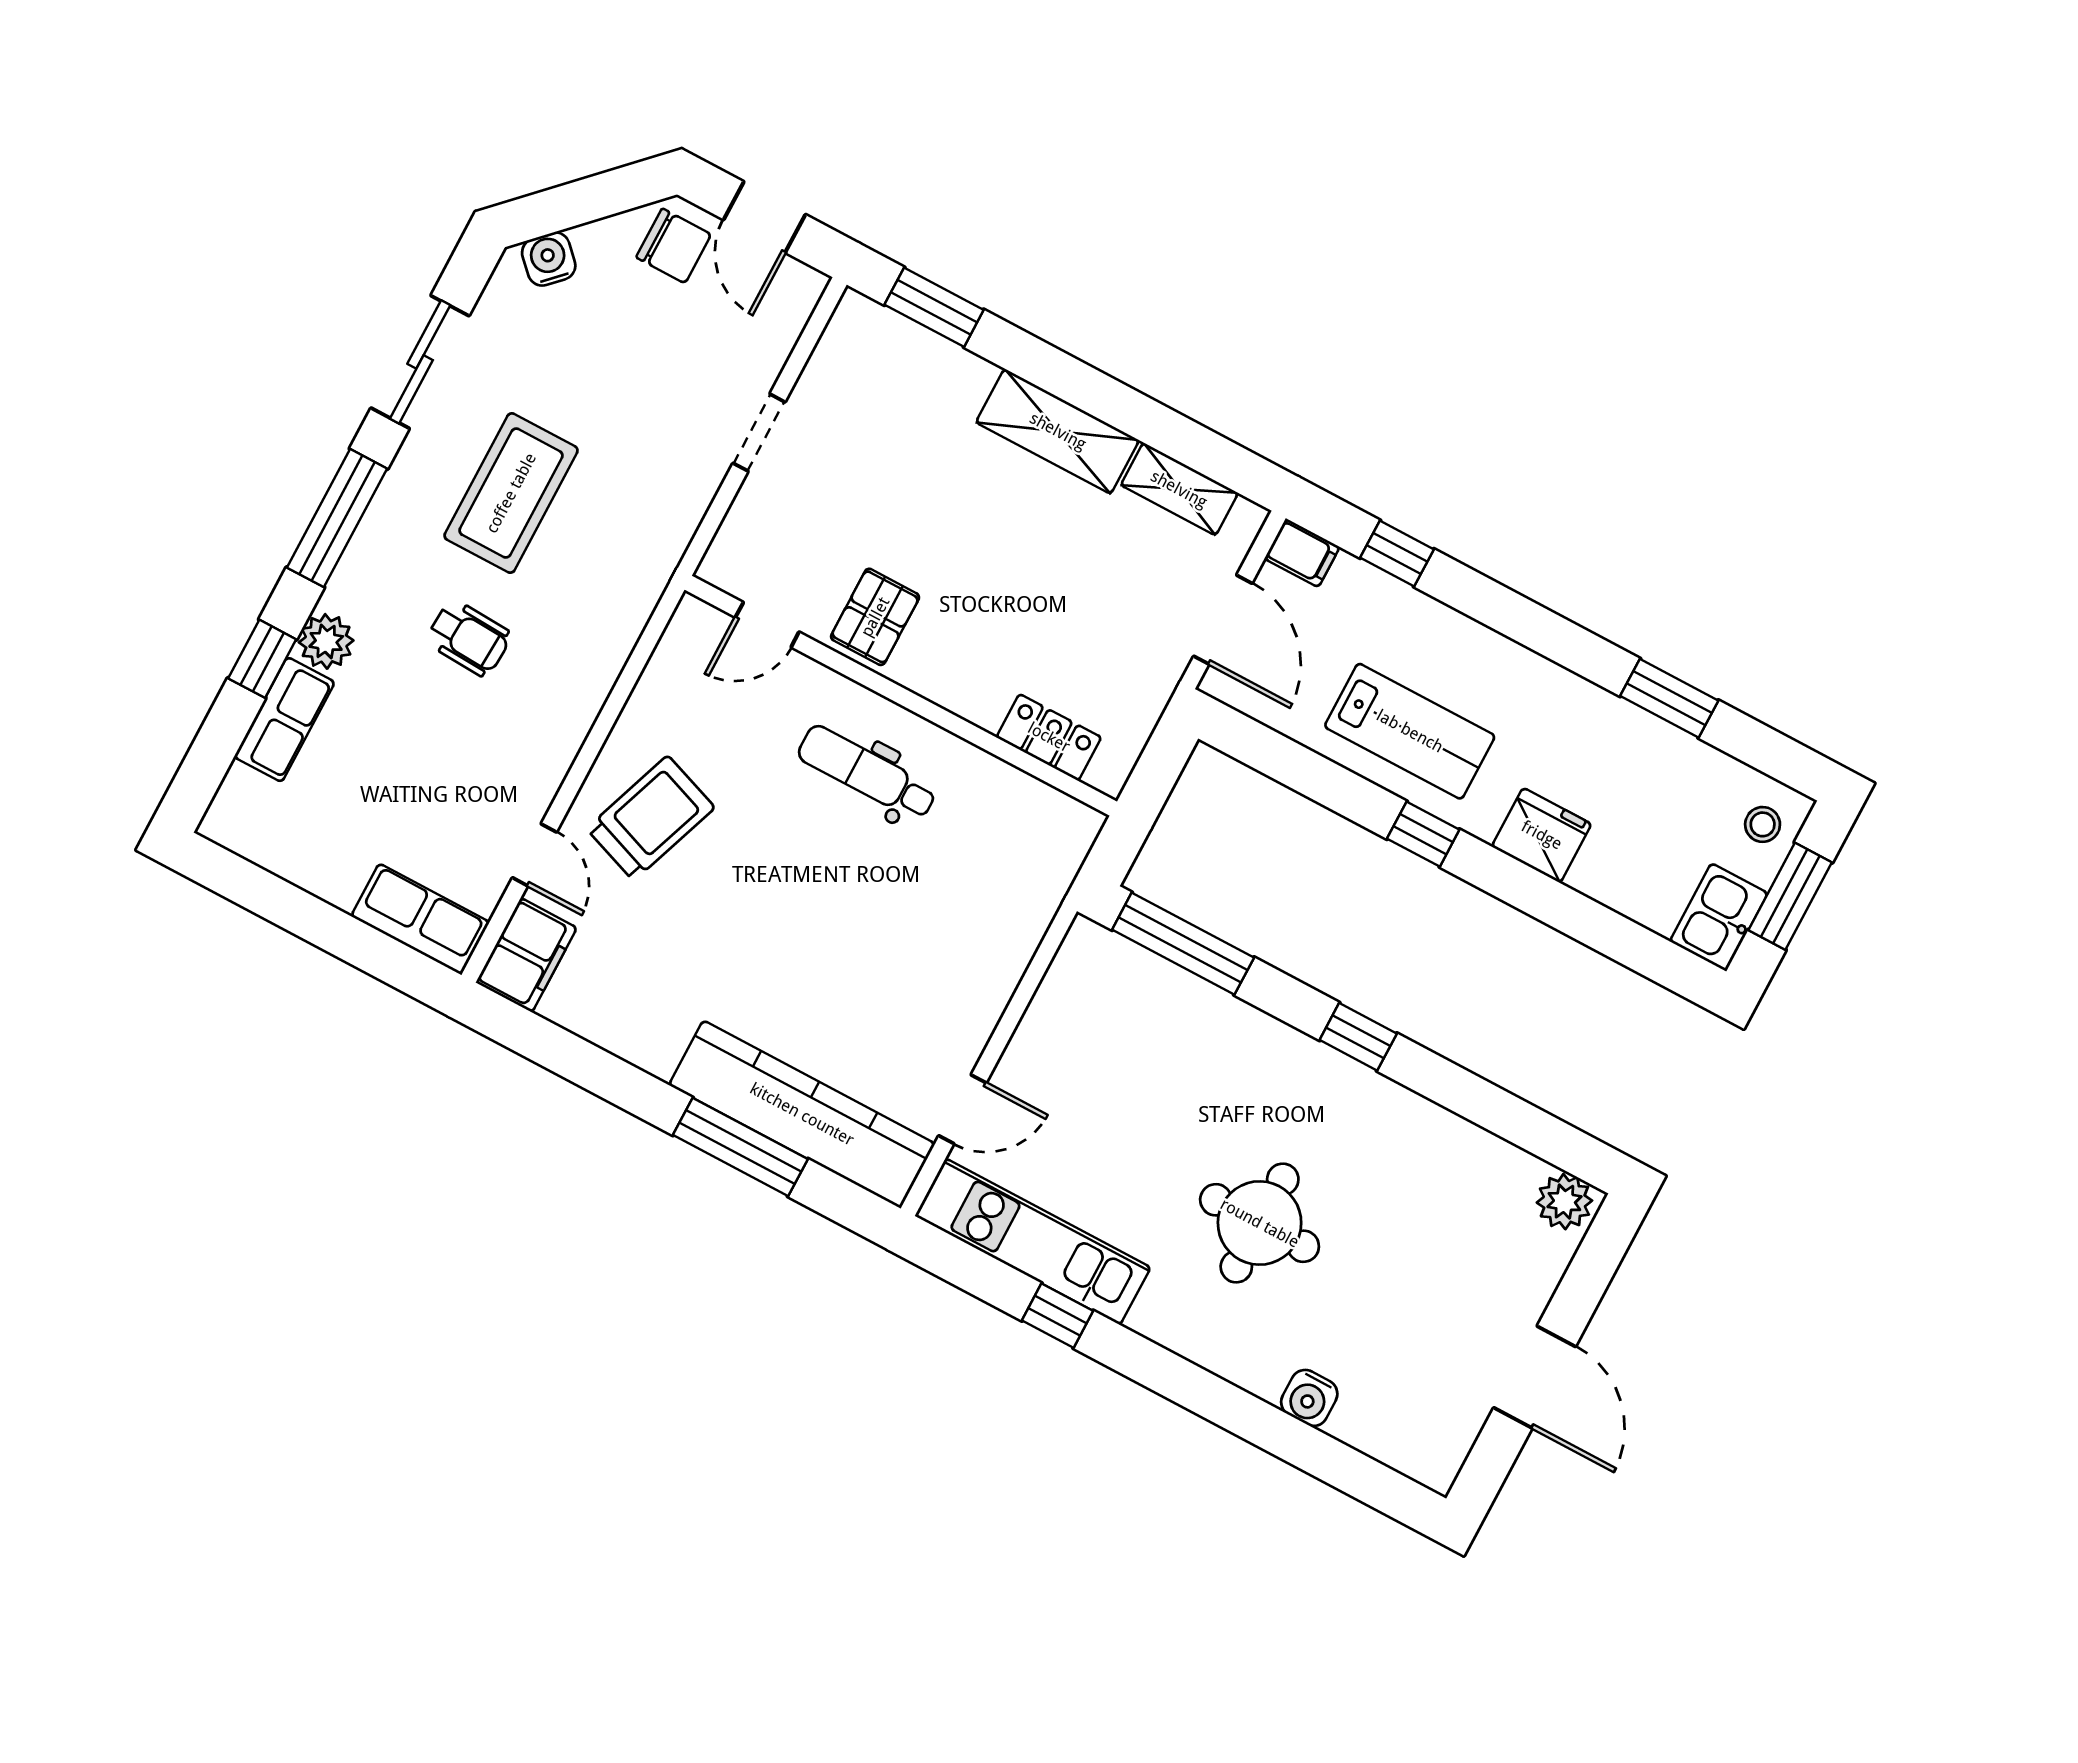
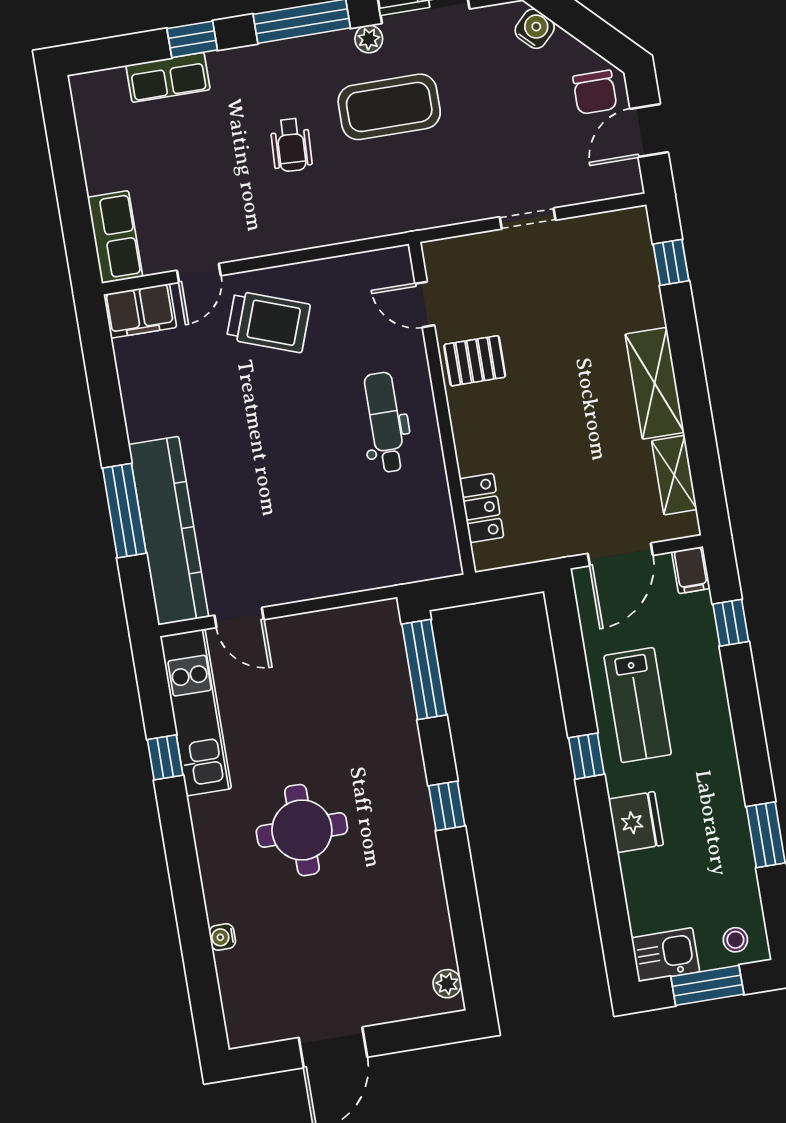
window: (934, 307) -> (671, 262), width x0.67
plant: (326, 641) -> (369, 39), moved, width x0.73, depth x0.73
plant: (1564, 1202) -> (447, 984), width x0.73, depth x0.73
water cooler: (1309, 1398) -> (222, 937), width x0.72, depth x0.72

